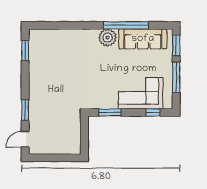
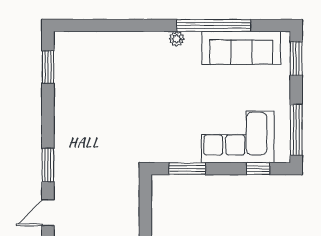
plant: (108, 38) -> (177, 39), width x0.53, depth x0.53
window: (176, 77) -> (296, 130), moved

